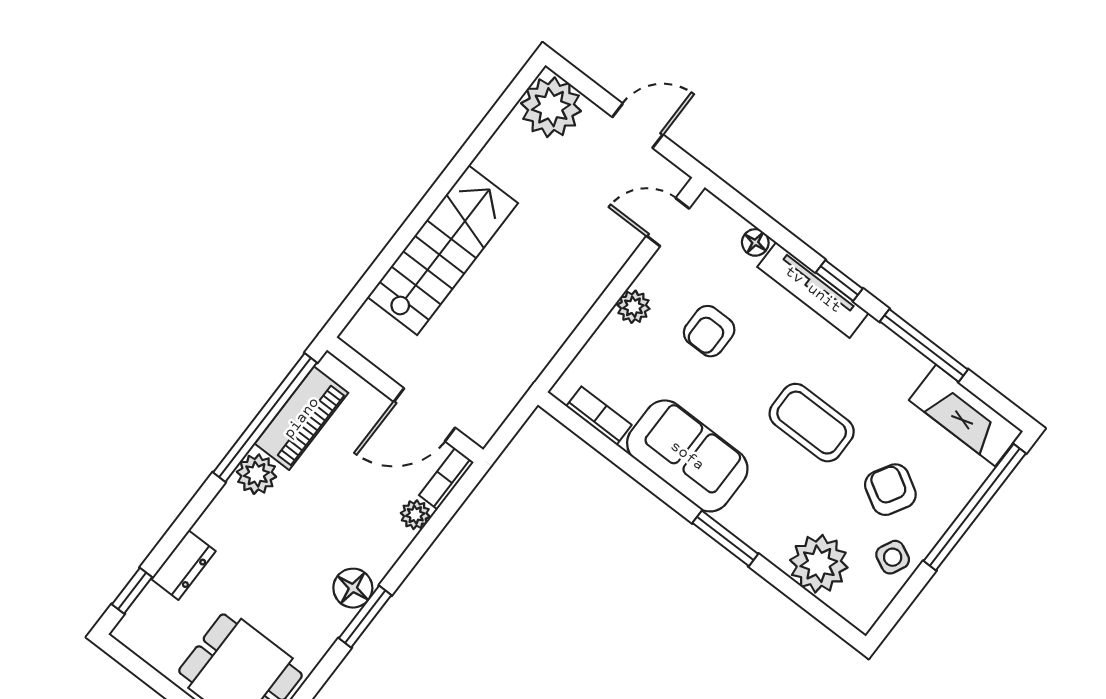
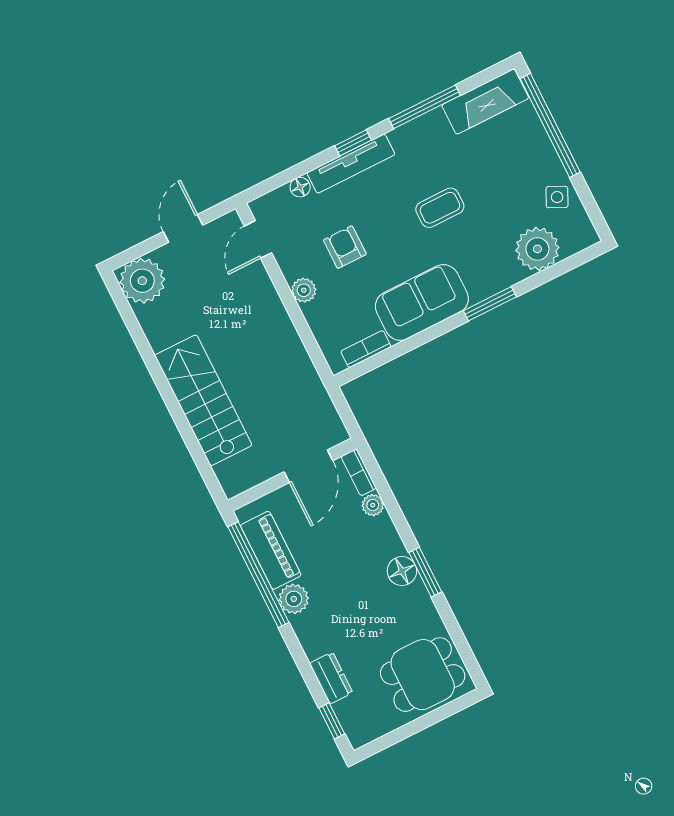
armchair: (709, 331) -> (345, 247), turned 180
coffee table: (812, 423) -> (440, 208), width x0.73, depth x0.77
armchair: (890, 490) -> (511, 177), removed

